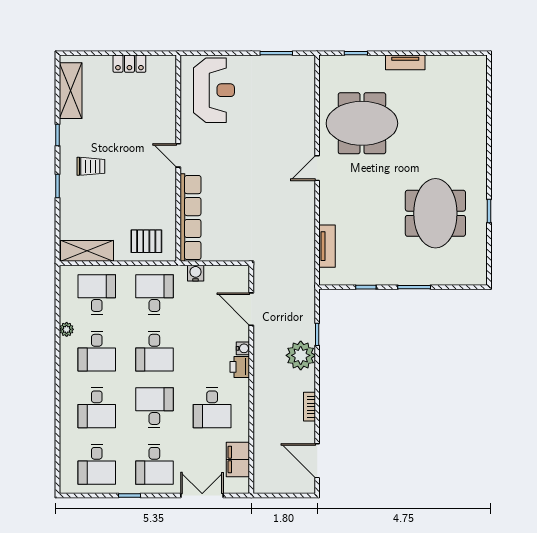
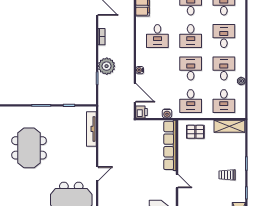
tv unit: (327, 246) -> (91, 129), width x1.41
printer: (240, 367) -> (142, 112), moved
desk: (212, 408) -> (157, 36), turned 180

